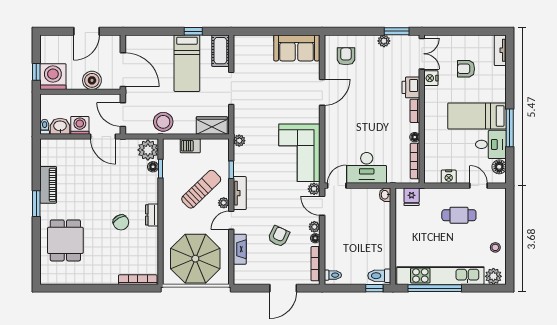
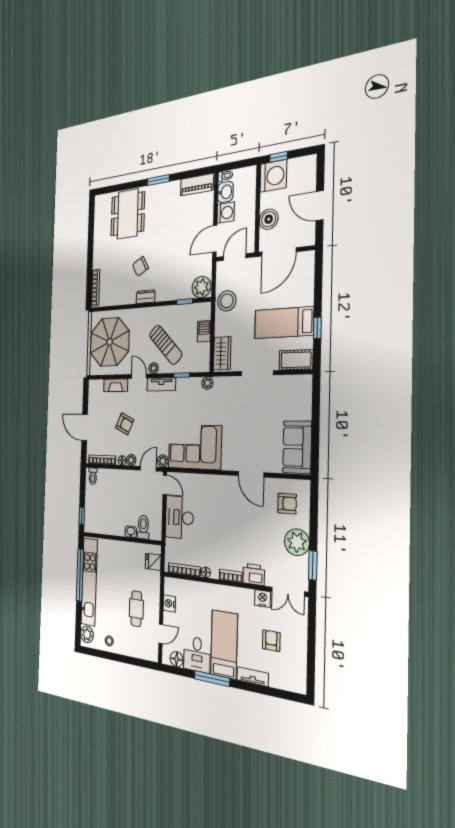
plant: (384, 41) -> (297, 542), width x1.87, depth x1.87
tv unit: (500, 50) -> (253, 677), moved
floor lamp: (153, 167) -> (186, 294), removed
piano: (48, 185) -> (197, 185), moved
washbasin: (385, 195) -> (131, 532), moved
dining table: (65, 240) -> (128, 214), width x1.38
toilet: (379, 276) -> (143, 527), moved

